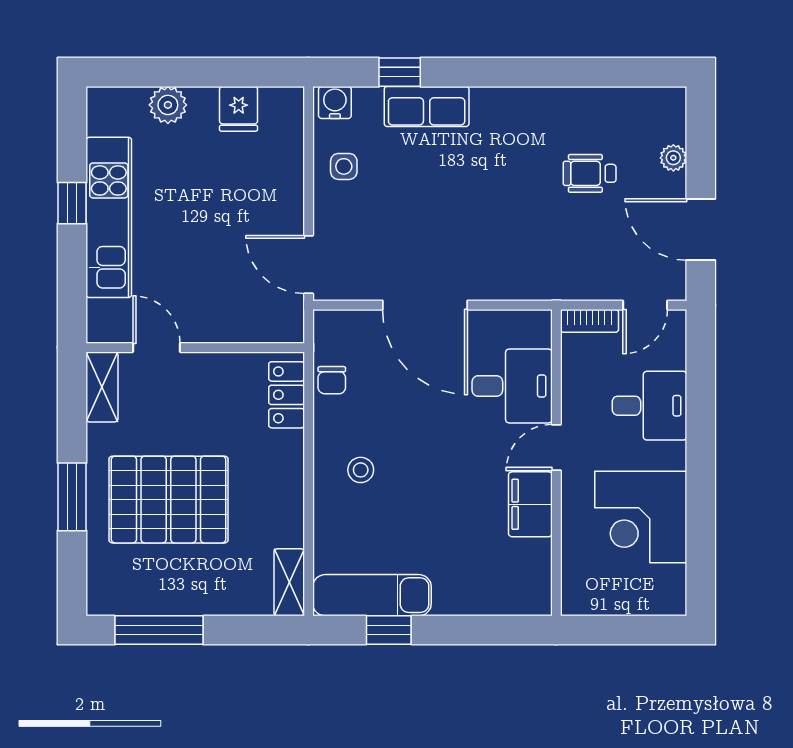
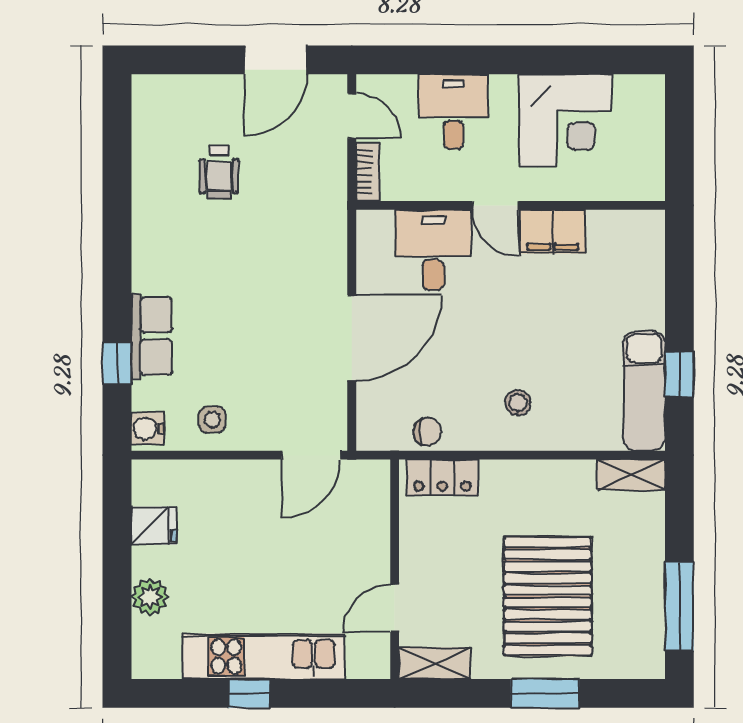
plant: (673, 158) -> (203, 87), removed

